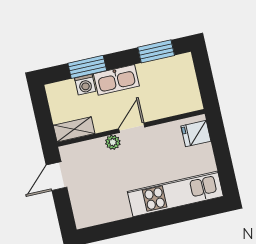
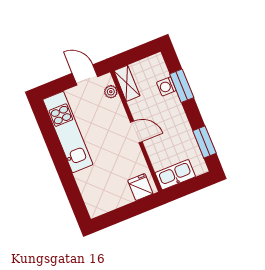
kitchen sink: (116, 80) -> (175, 175), moved, turned 90
plant: (113, 142) -> (111, 92), moved
kitchen unit: (175, 194) -> (68, 132), moved

